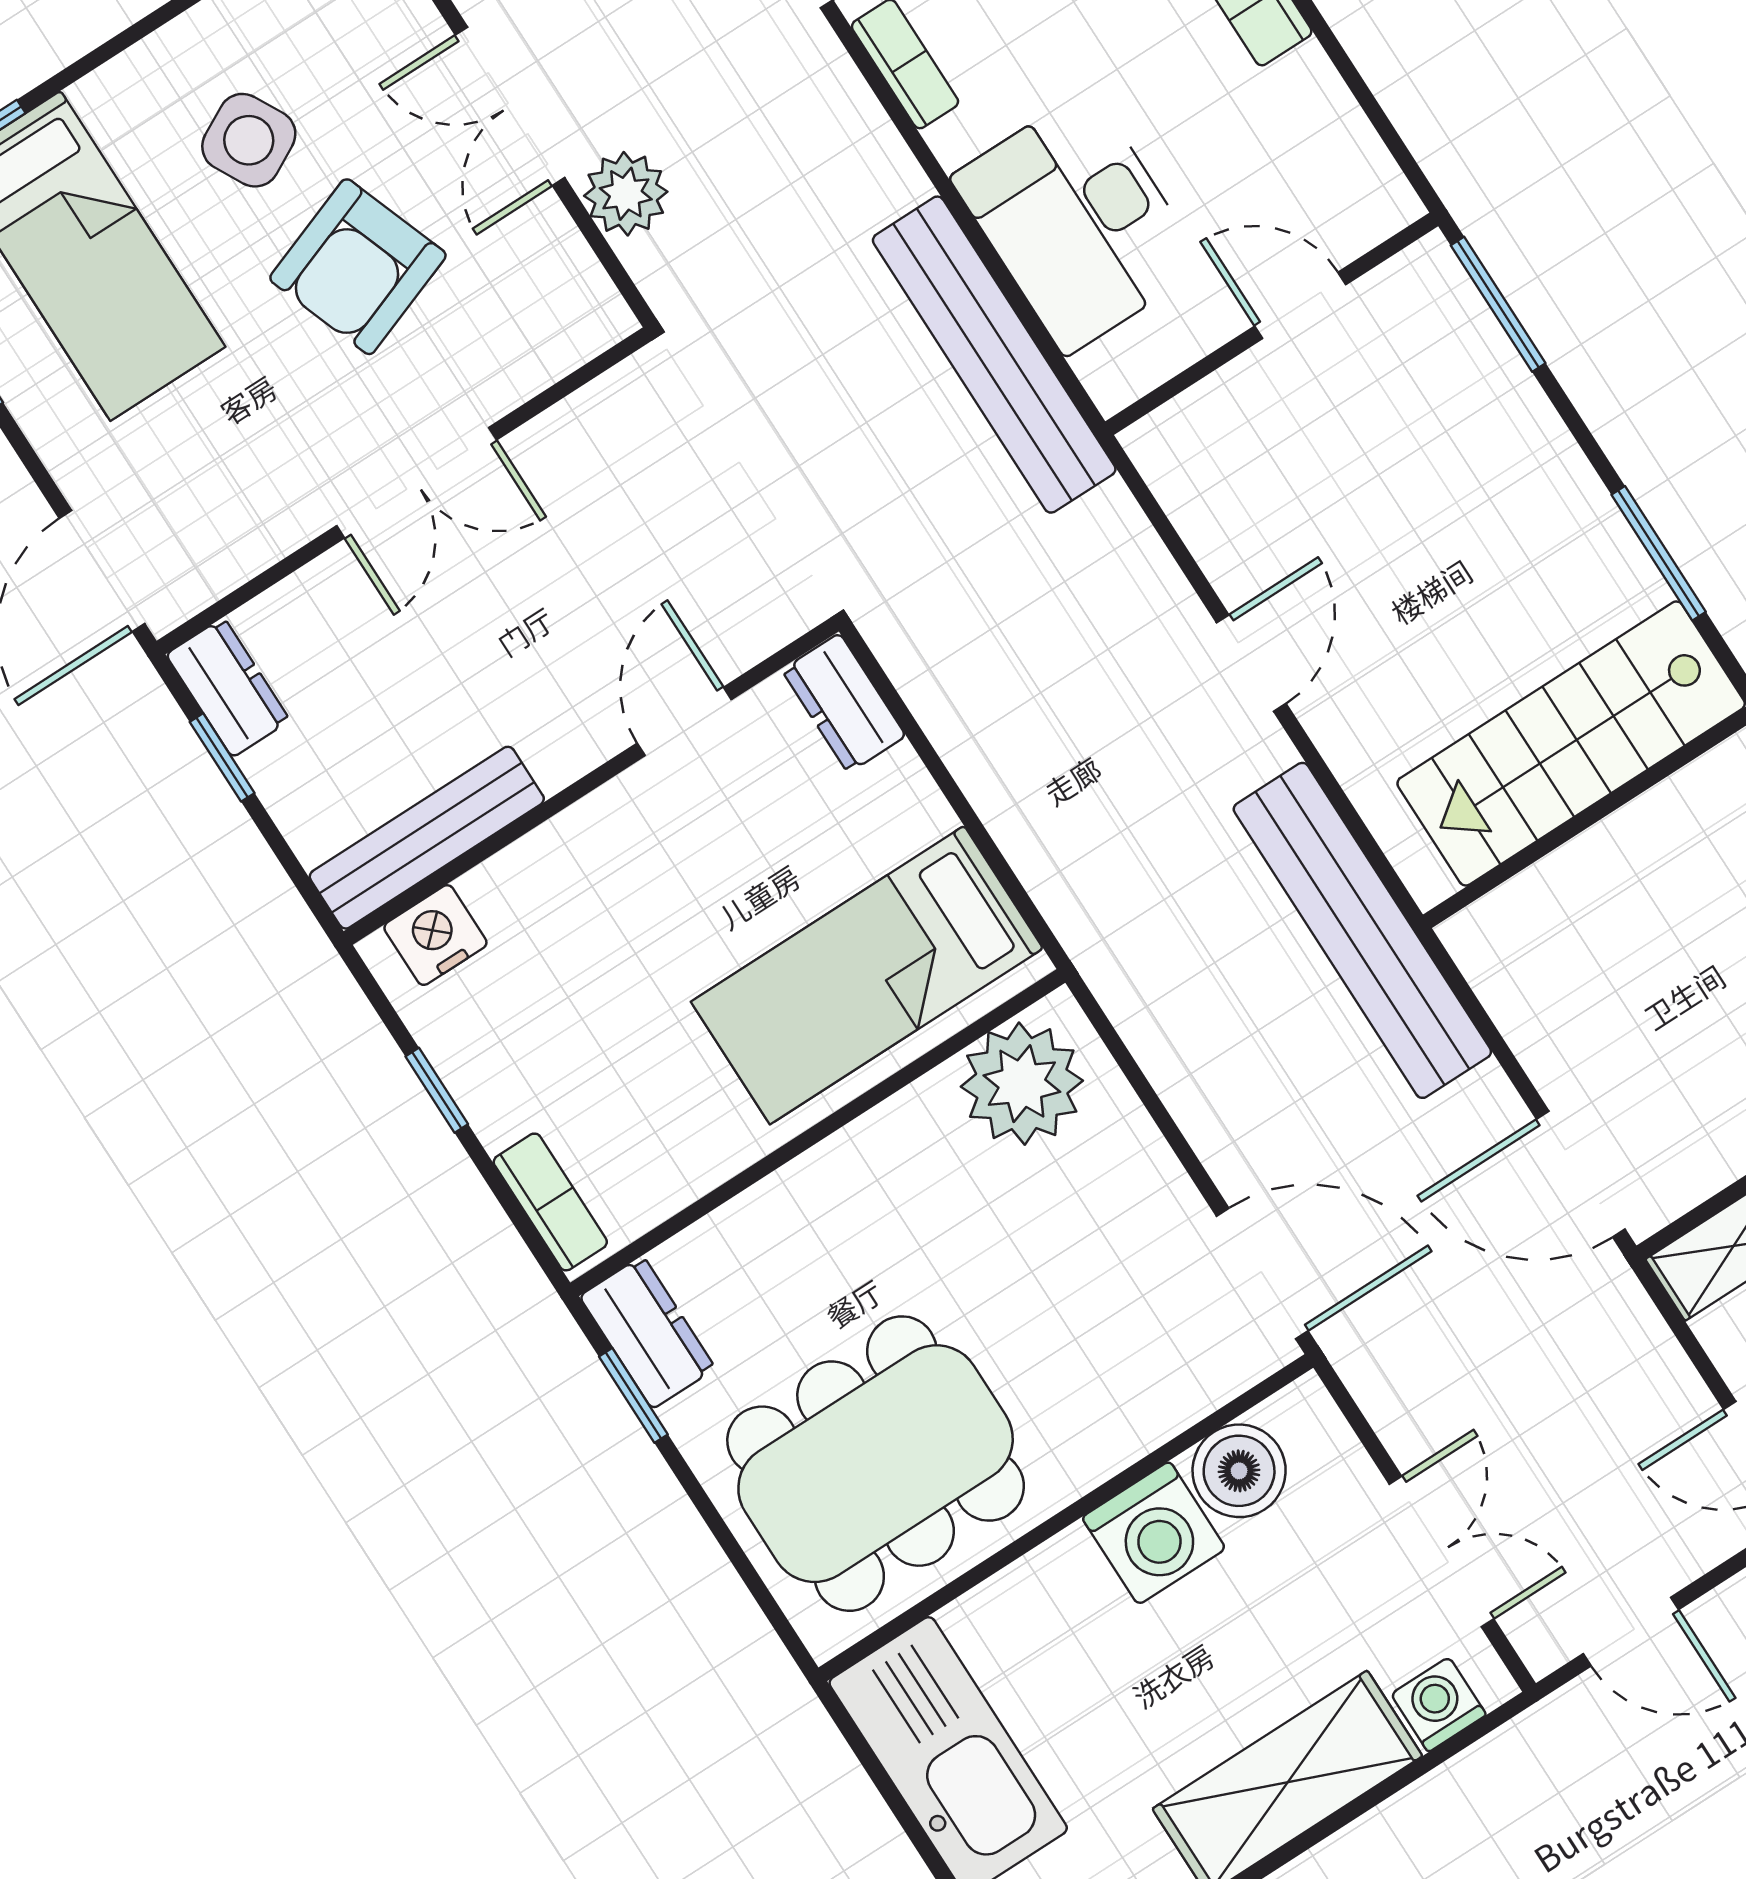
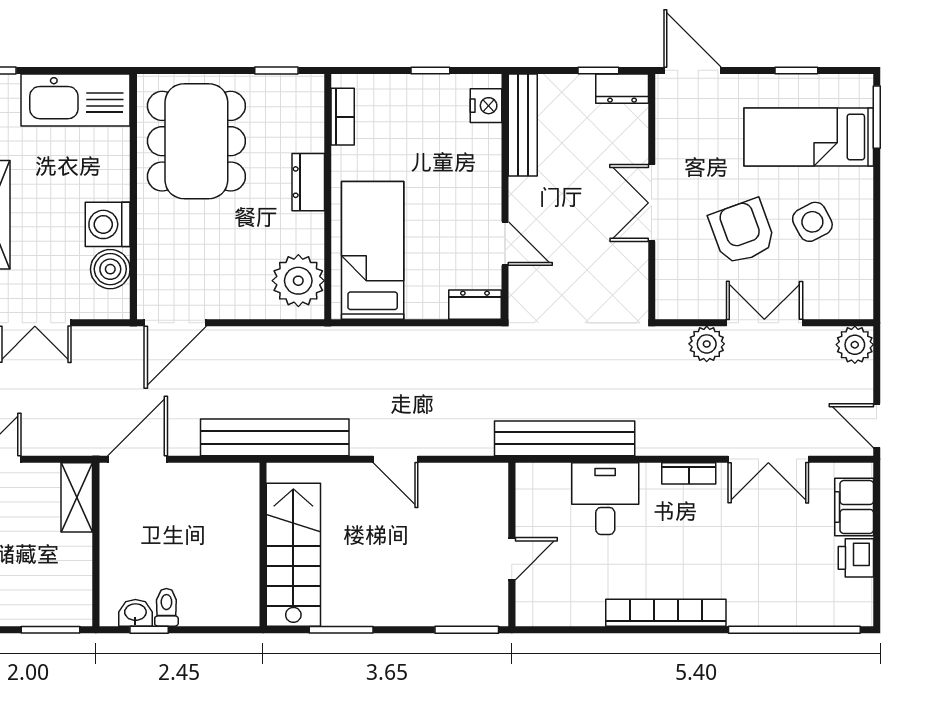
desk: (1078, 222) -> (605, 499), width x0.73
bookcase: (550, 1202) -> (343, 117), moved, turned -90
dresser: (647, 1332) -> (308, 182), moved, turned 90

